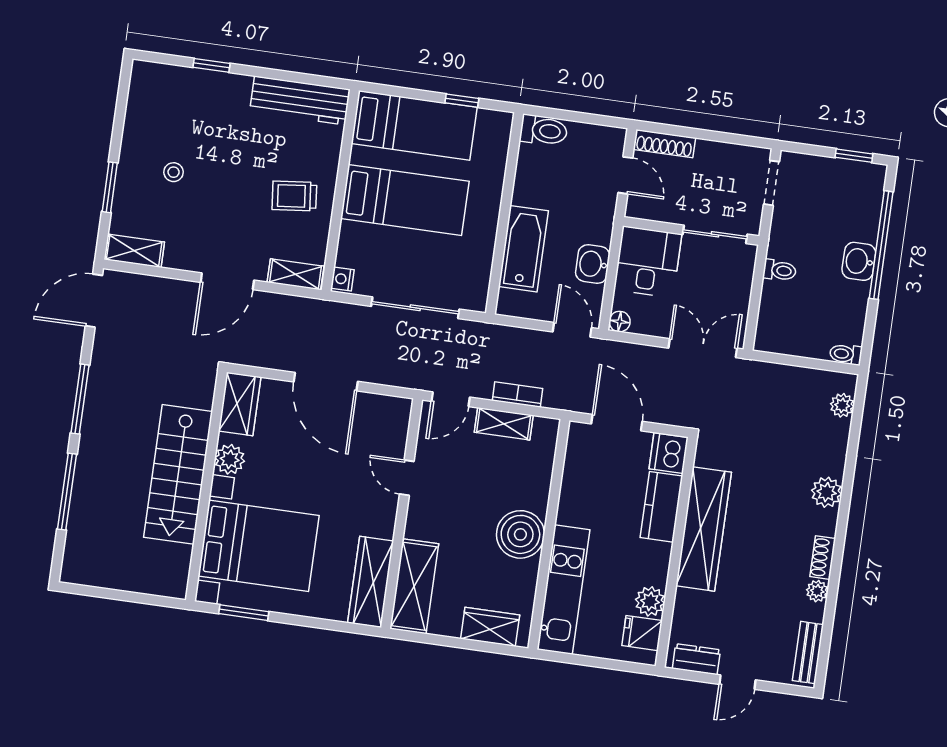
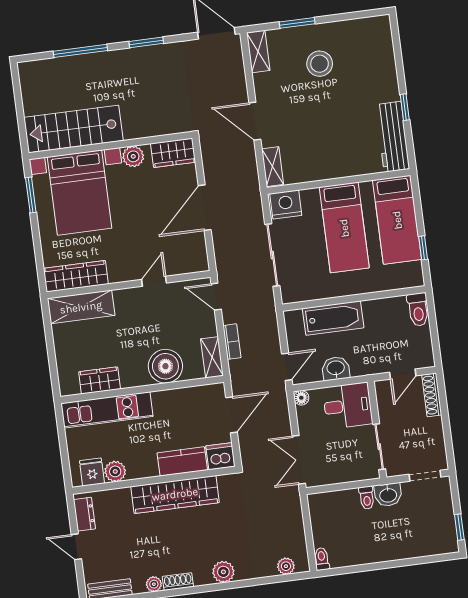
window: (212, 65) -> (405, 107), moved
stool: (174, 172) -> (320, 64), width x1.89, depth x1.89
trolley: (294, 196) -> (326, 151), removed
window: (881, 245) -> (403, 563), removed
washbasin: (859, 261) -> (388, 495), moved, turned 180
nightstand: (342, 279) -> (286, 205), width x1.89, depth x1.79
double door: (703, 348) -> (299, 460), swing flipped
window: (80, 399) -> (146, 42), width x0.69
shelving: (504, 424) -> (212, 357), moved
stairs: (178, 474) -> (73, 129), moved
boiler: (520, 534) -> (165, 366), moved
wardrobe: (490, 627) -> (100, 380), moved, turned -90

